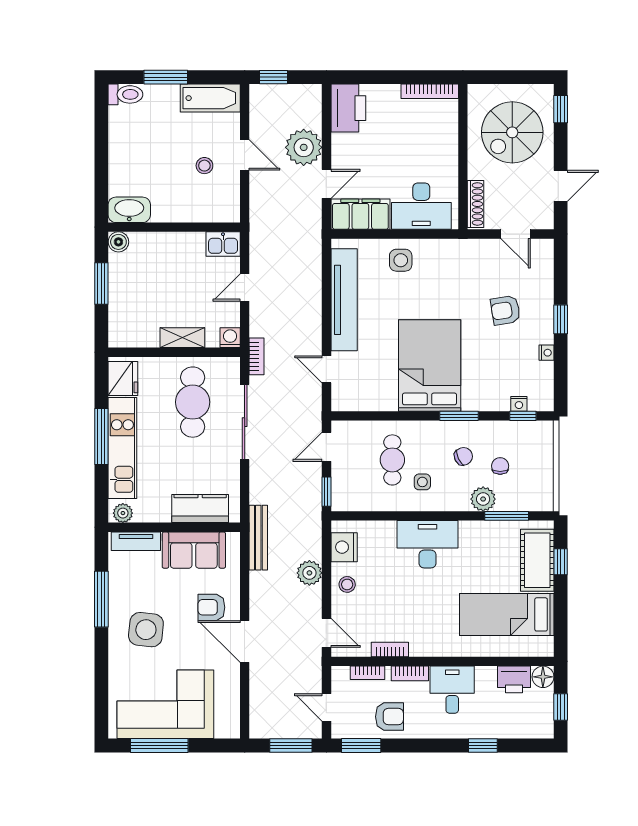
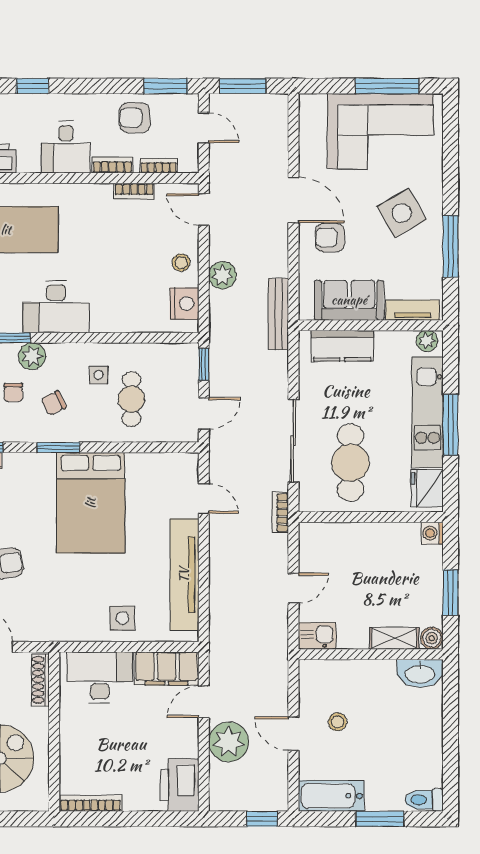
shelving: (182, 338) -> (394, 638), moved
washing machine: (230, 338) -> (432, 533), moved, turned 90
desk: (428, 544) -> (56, 307), moved
armchair: (211, 607) -> (330, 238), turned 180
side table: (146, 630) -> (402, 213), turned -36

